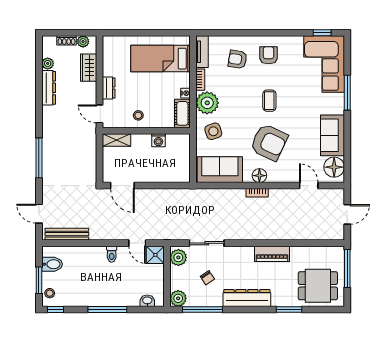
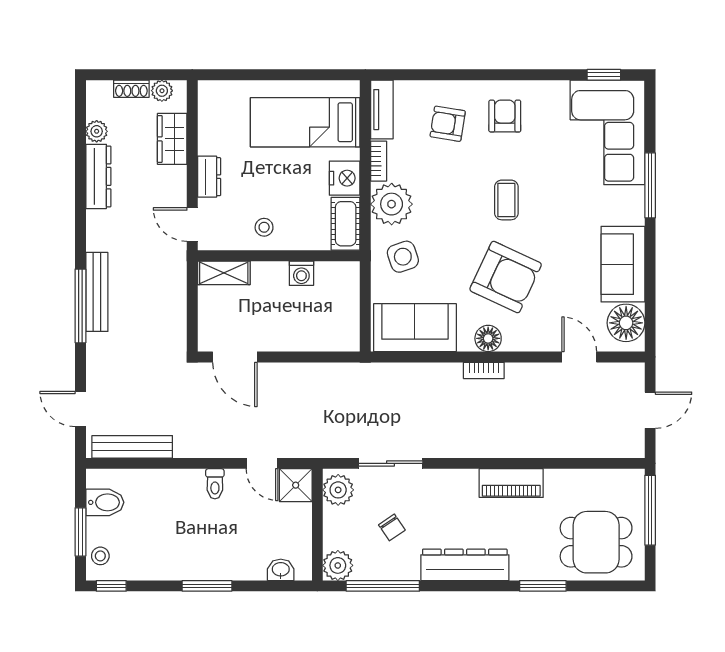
nightstand: (186, 93) -> (345, 178), width x1.89, depth x1.79
bench: (48, 150) -> (97, 292), added
window: (107, 309) -> (207, 586), width x0.69

